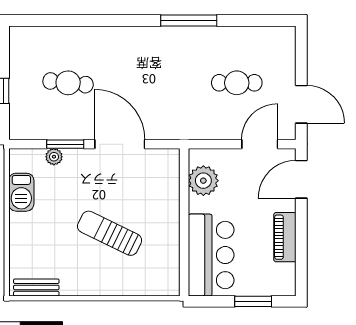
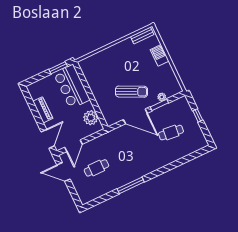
barbecue: (21, 192) -> (160, 55), moved
sun lounger: (110, 233) -> (132, 92), moved
window: (253, 301) -> (58, 68), moved

